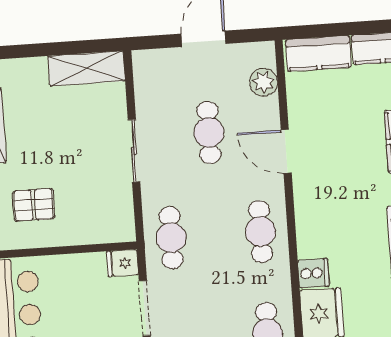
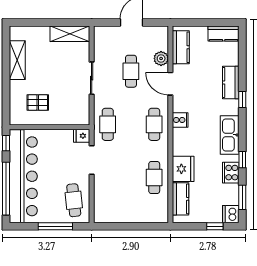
kitchen counter: (318, 54) -> (181, 47), moved, turned -90
plant: (263, 82) -> (161, 58), moved
cooker: (313, 273) -> (180, 120), moved

